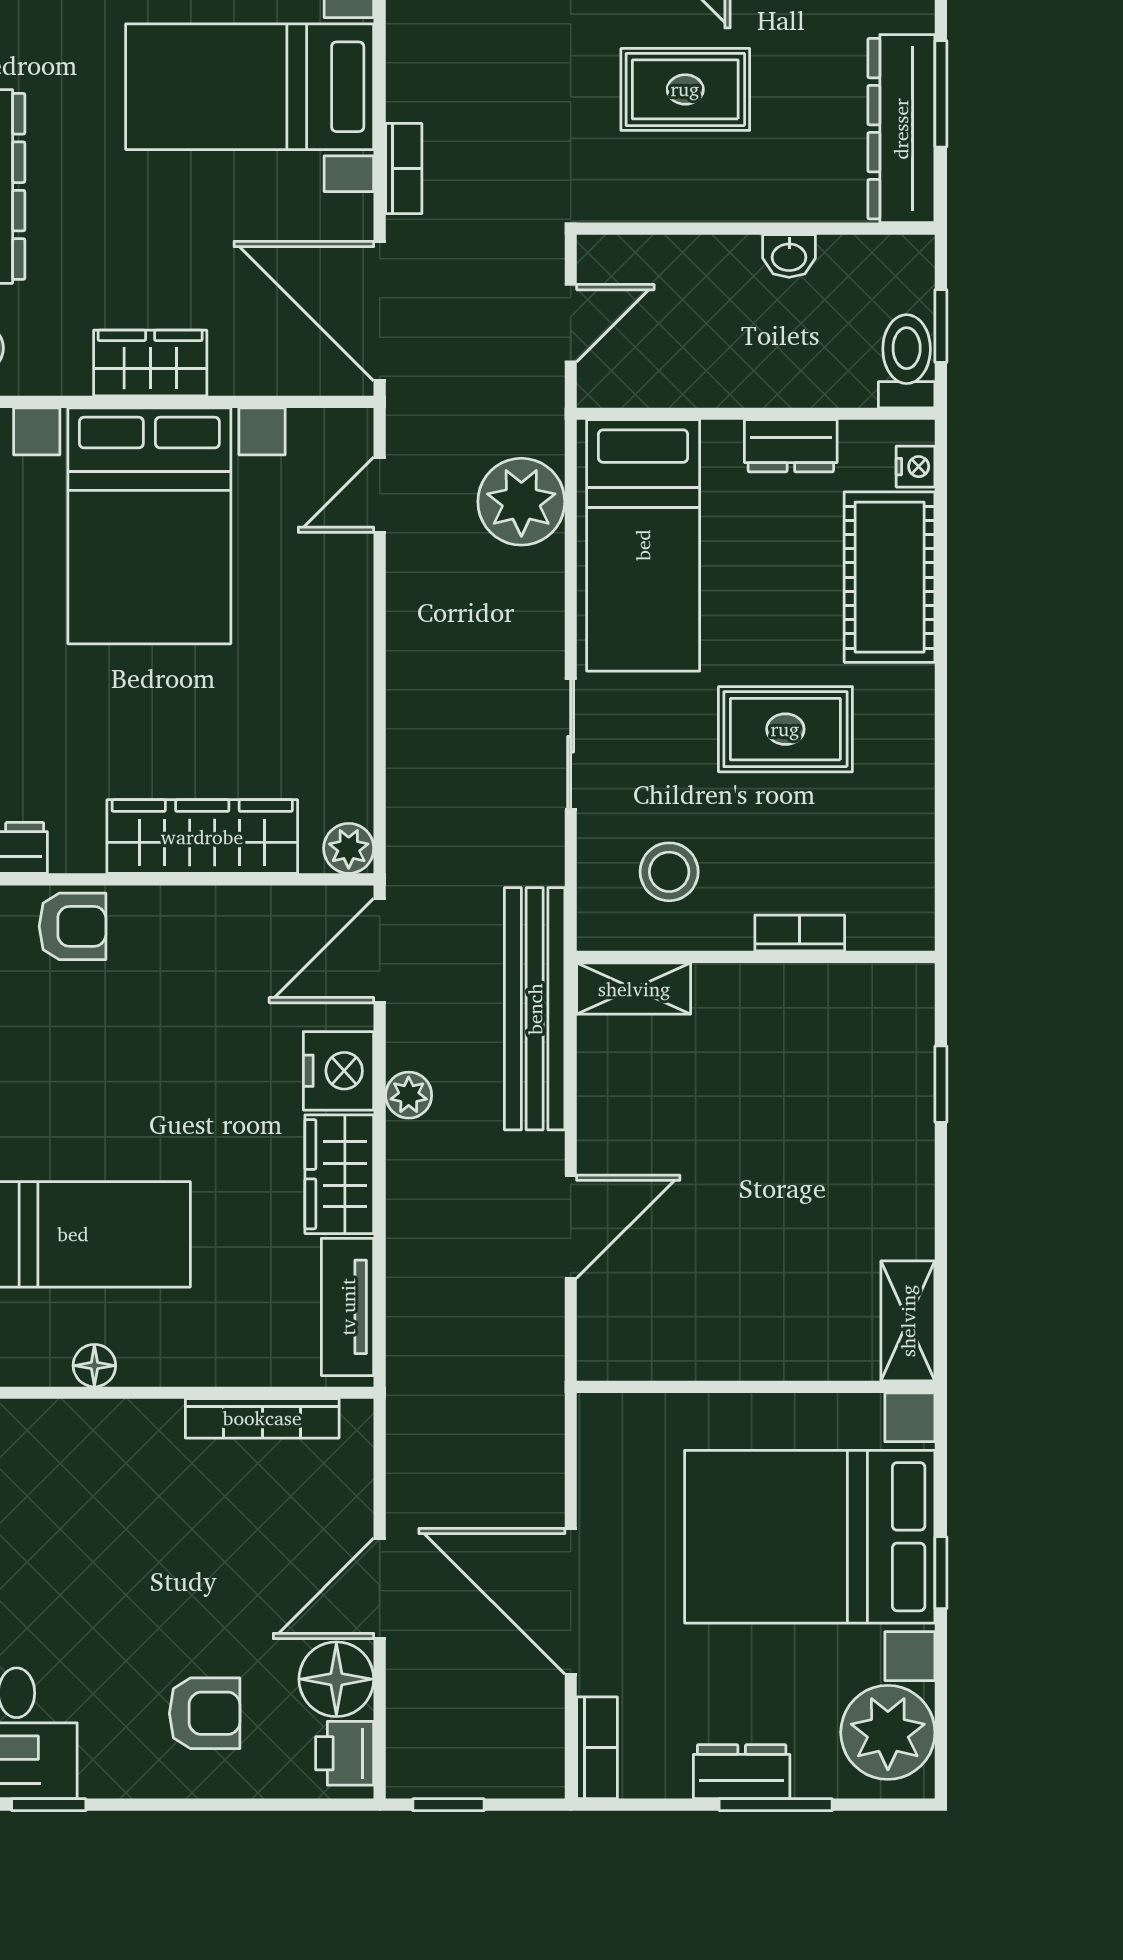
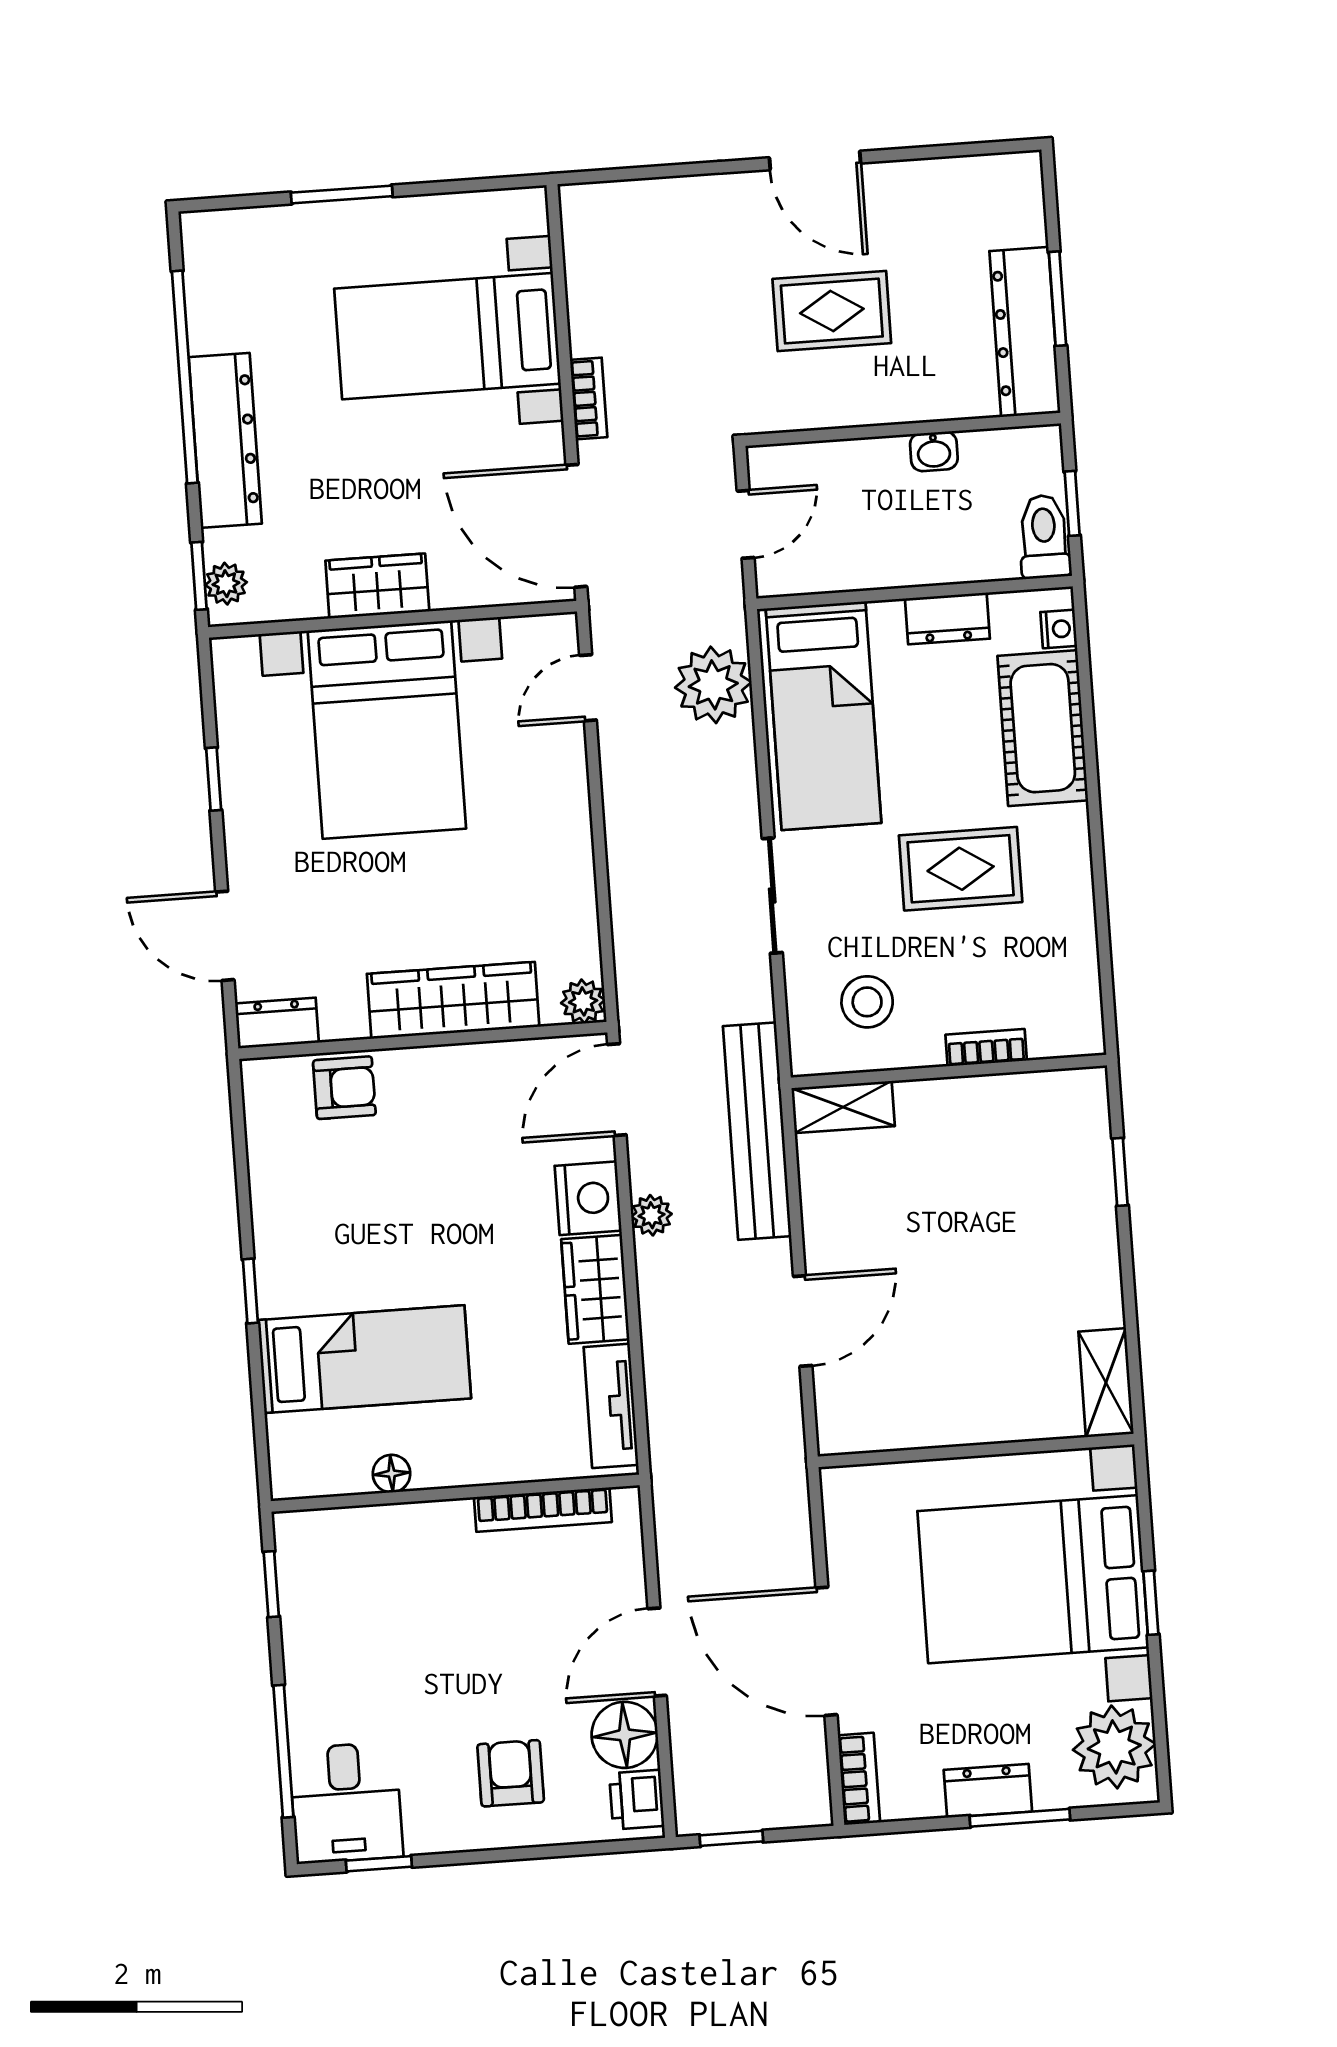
armchair: (205, 1713) -> (511, 1773), turned -90

